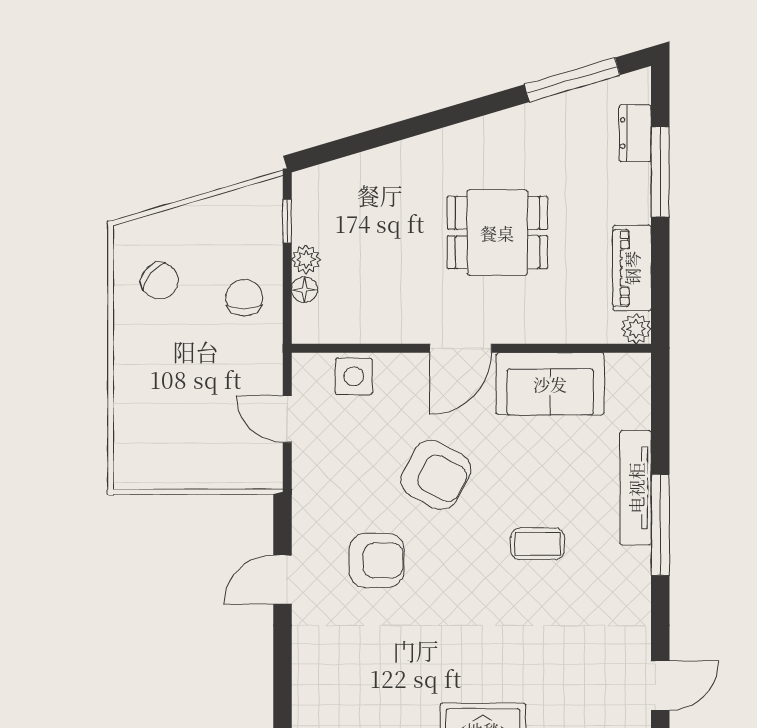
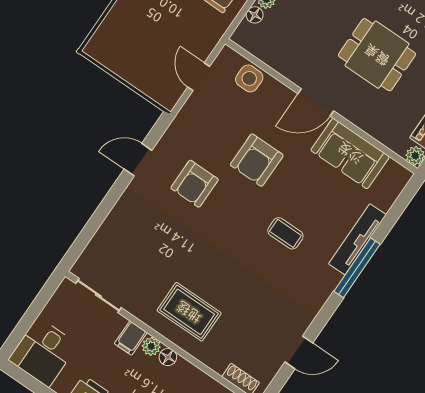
armchair: (436, 475) -> (257, 160), turned 62
armchair: (377, 560) -> (195, 184), turned 90

